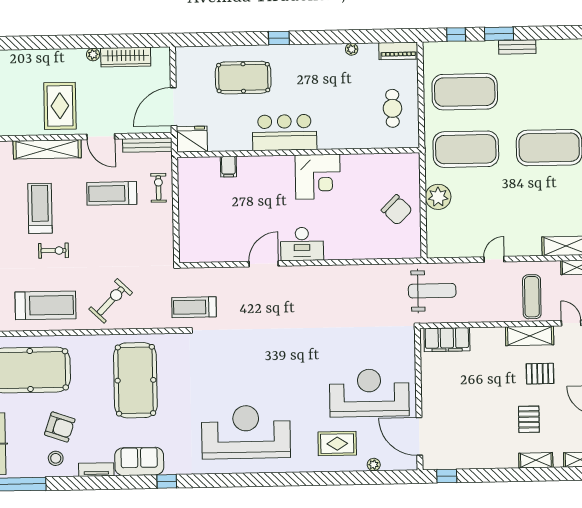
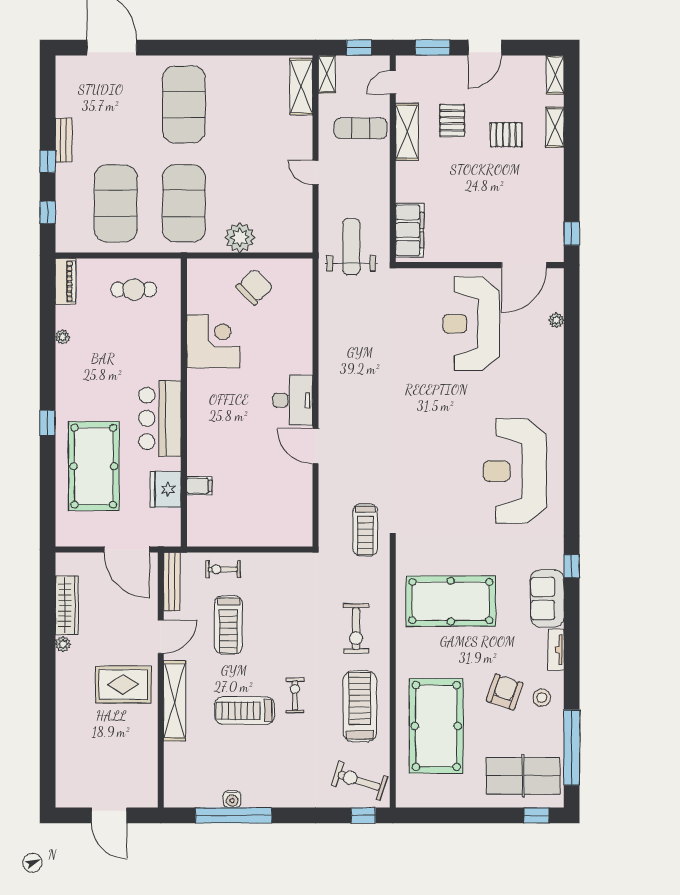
window: (499, 34) -> (48, 161), width x0.67
pool table: (243, 78) -> (94, 466), width x1.36, depth x1.32
fridge: (192, 139) -> (166, 489), moved
corner desk: (318, 177) -> (213, 341), moved
exercise bike: (111, 301) -> (356, 629), turned -134
rug: (337, 444) -> (531, 363), removed

